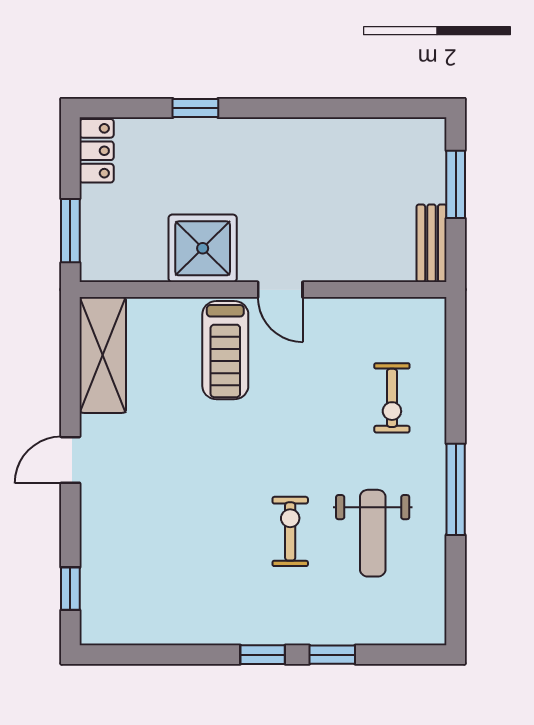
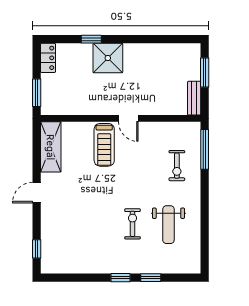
shower: (203, 248) -> (108, 58), moved
window: (456, 489) -> (205, 149), moved

